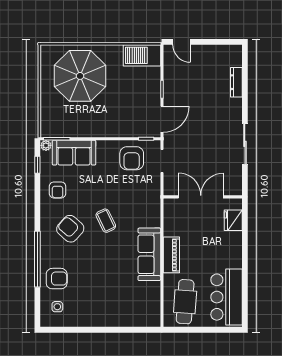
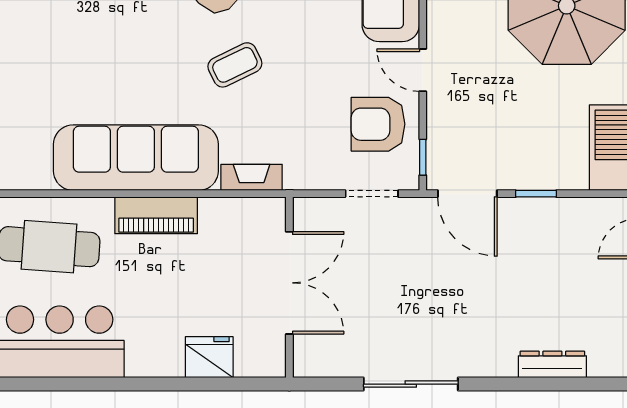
door: (108, 139) -> (423, 70), added
fireplace: (155, 213) -> (252, 177), added
fridge: (233, 220) -> (209, 357), moved
sofa: (149, 254) -> (136, 158), width x1.36, depth x1.27

